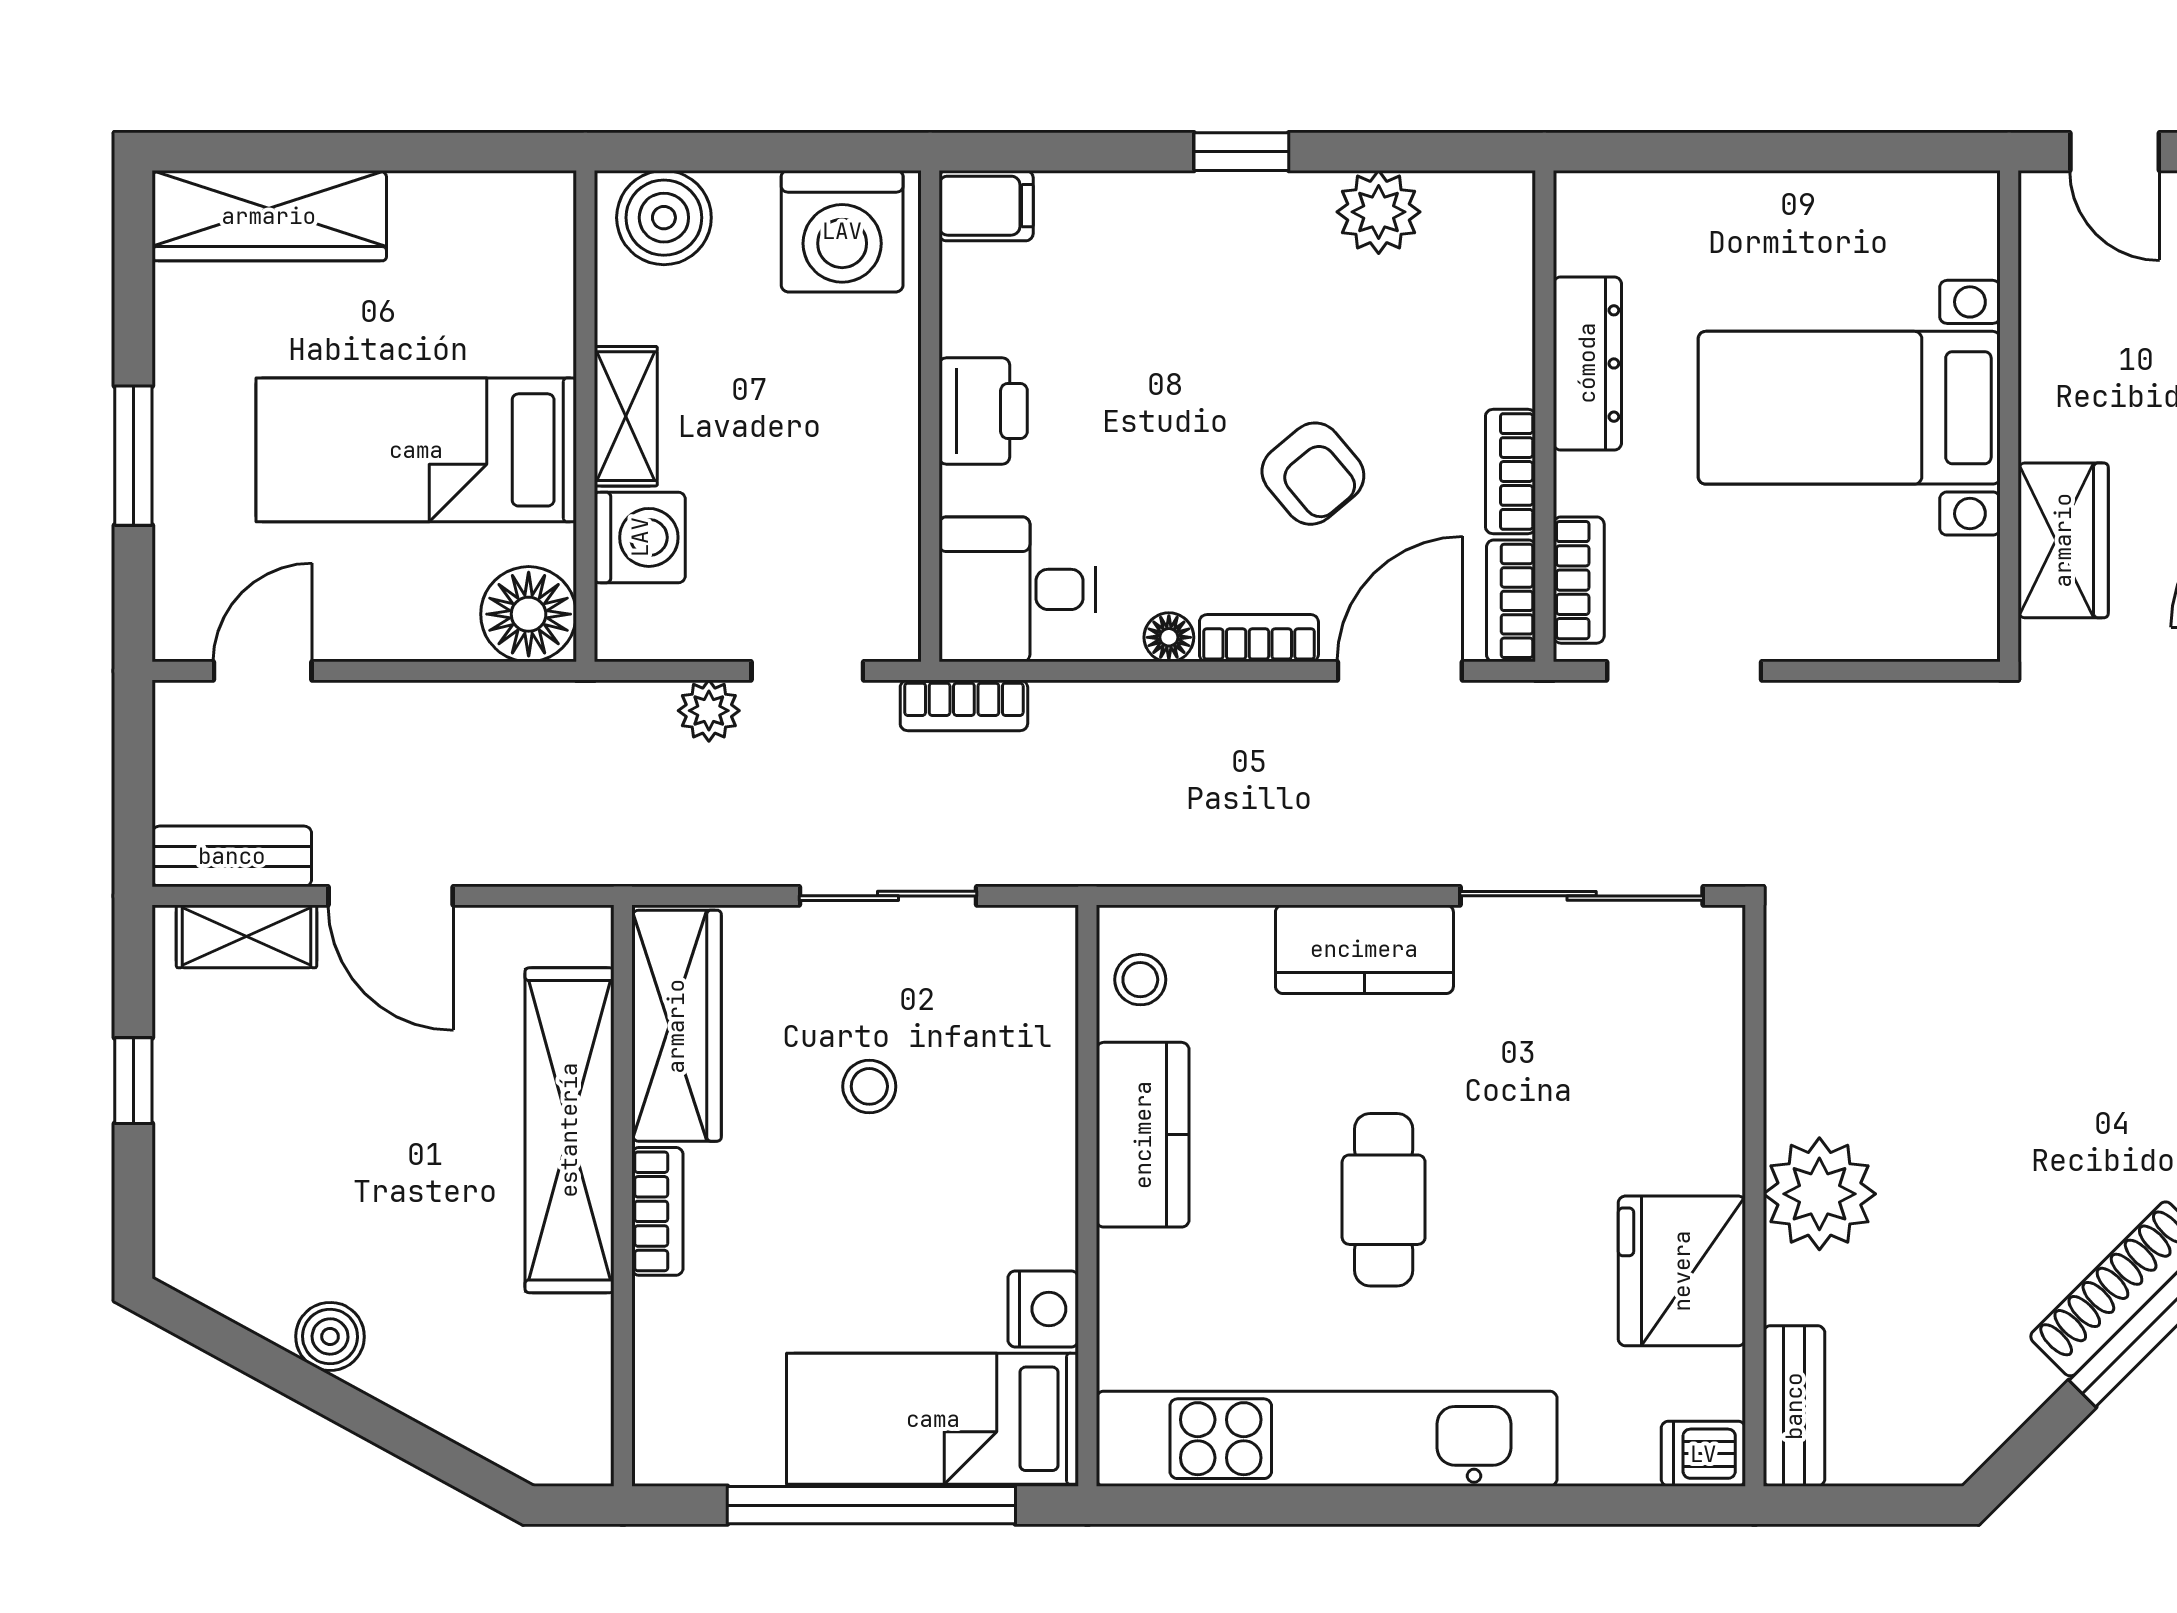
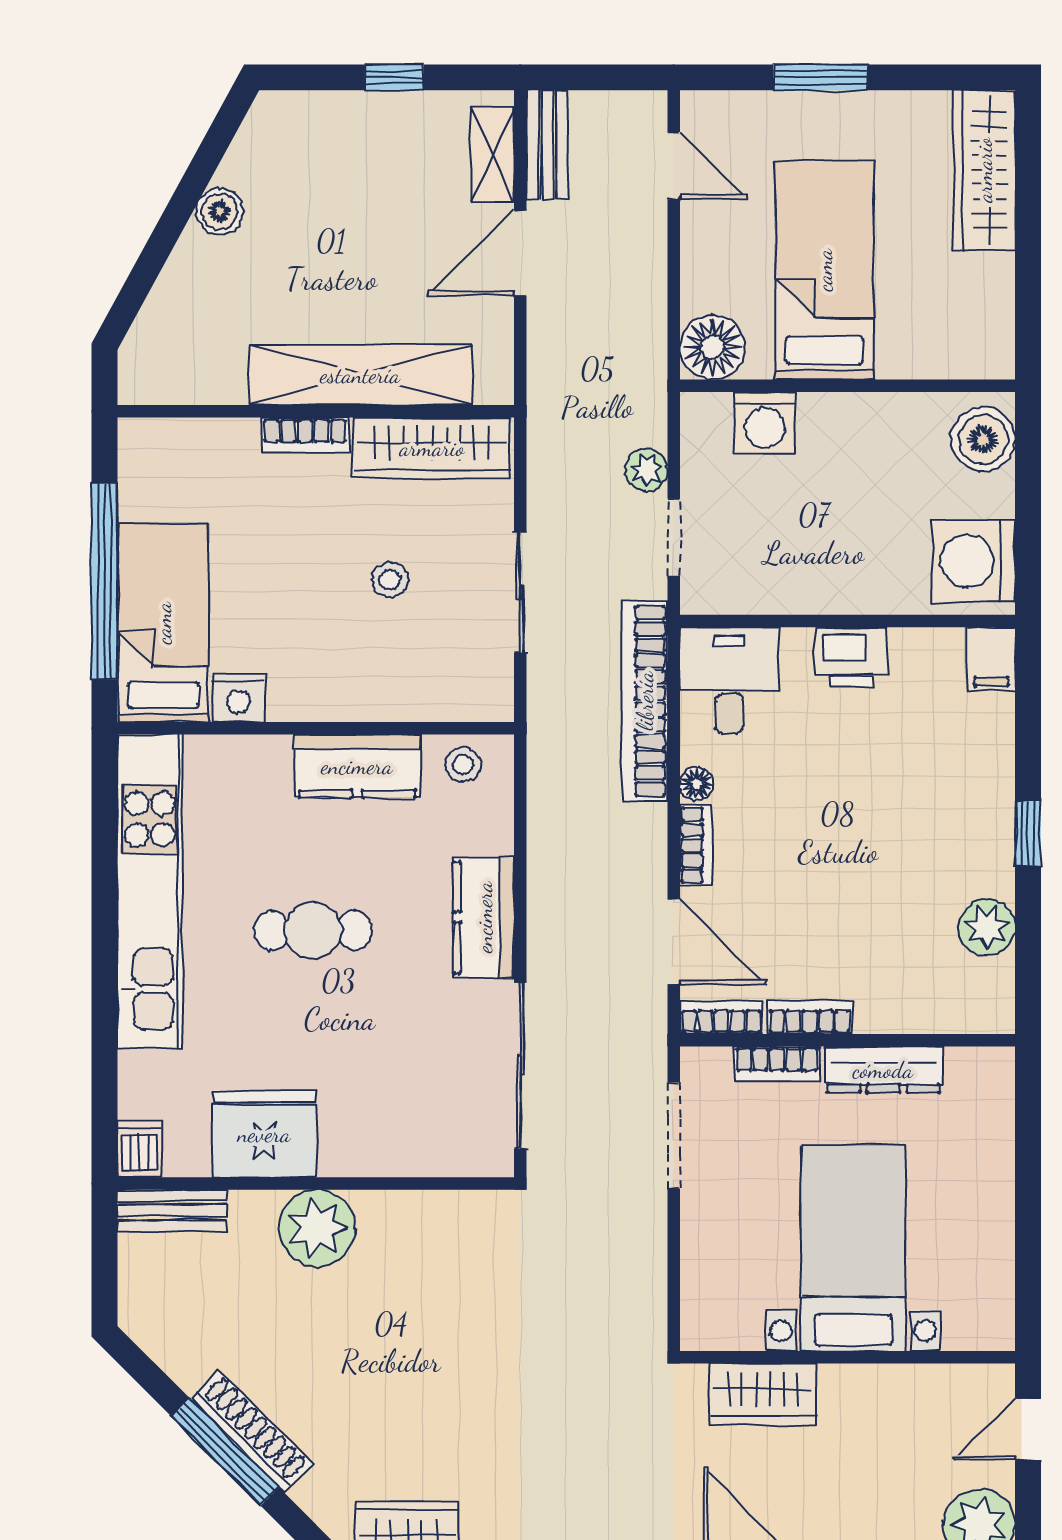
shelving: (626, 416) -> (848, 413), removed
armchair: (1313, 474) -> (808, 882), removed
bookcase: (1579, 580) -> (777, 1064), moved
bookcase: (964, 705) -> (645, 701), width x2.31, depth x1.31

